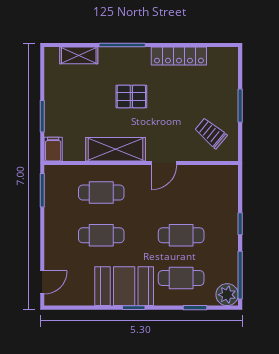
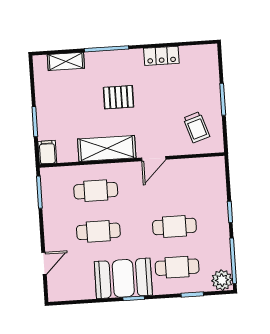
locker: (179, 56) -> (161, 56), width x0.66
trolley: (211, 133) -> (196, 127), turned -148
door: (42, 282) -> (44, 263), moved

